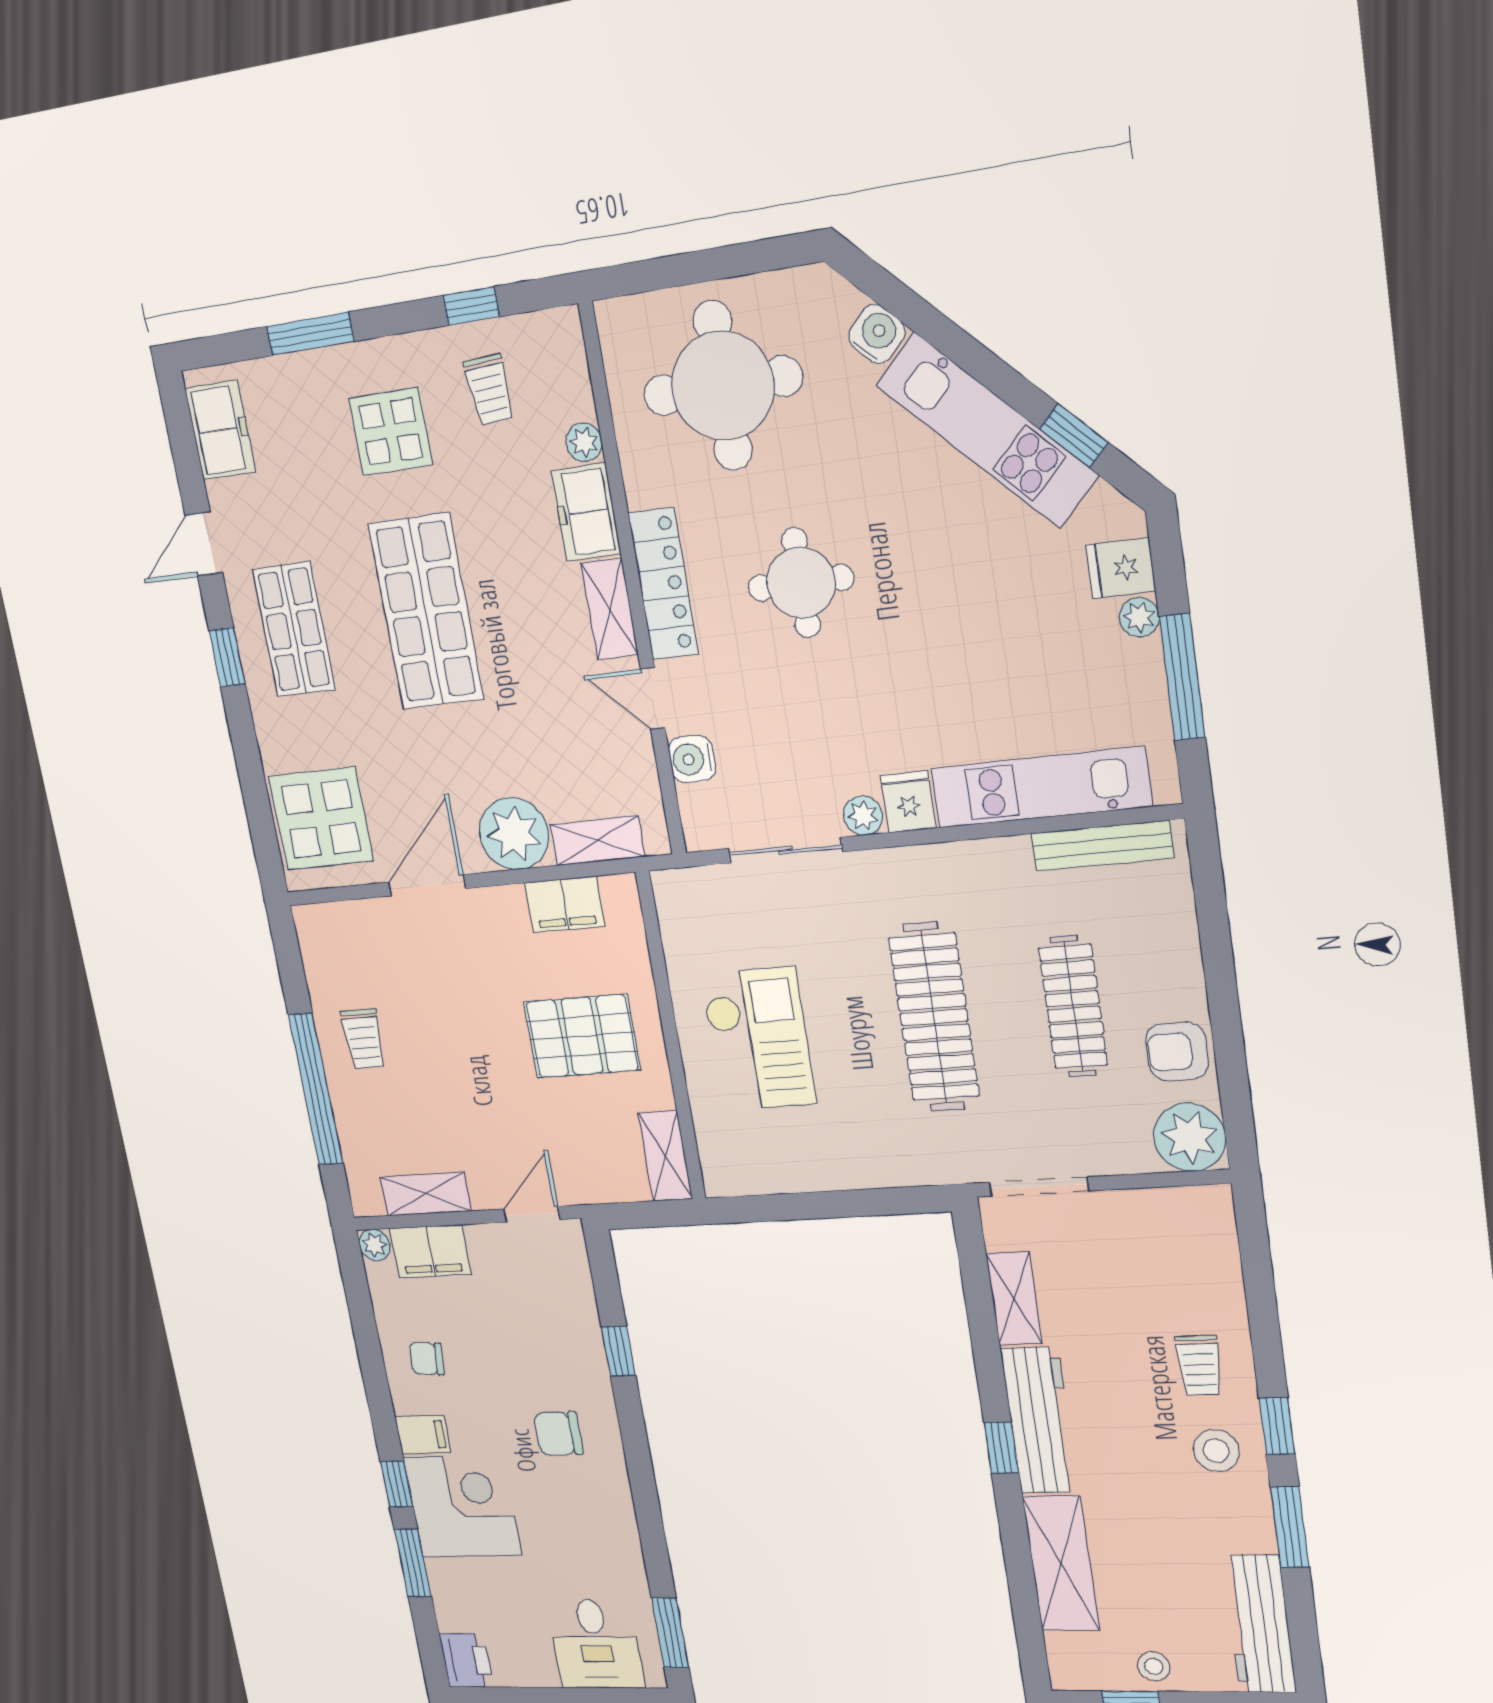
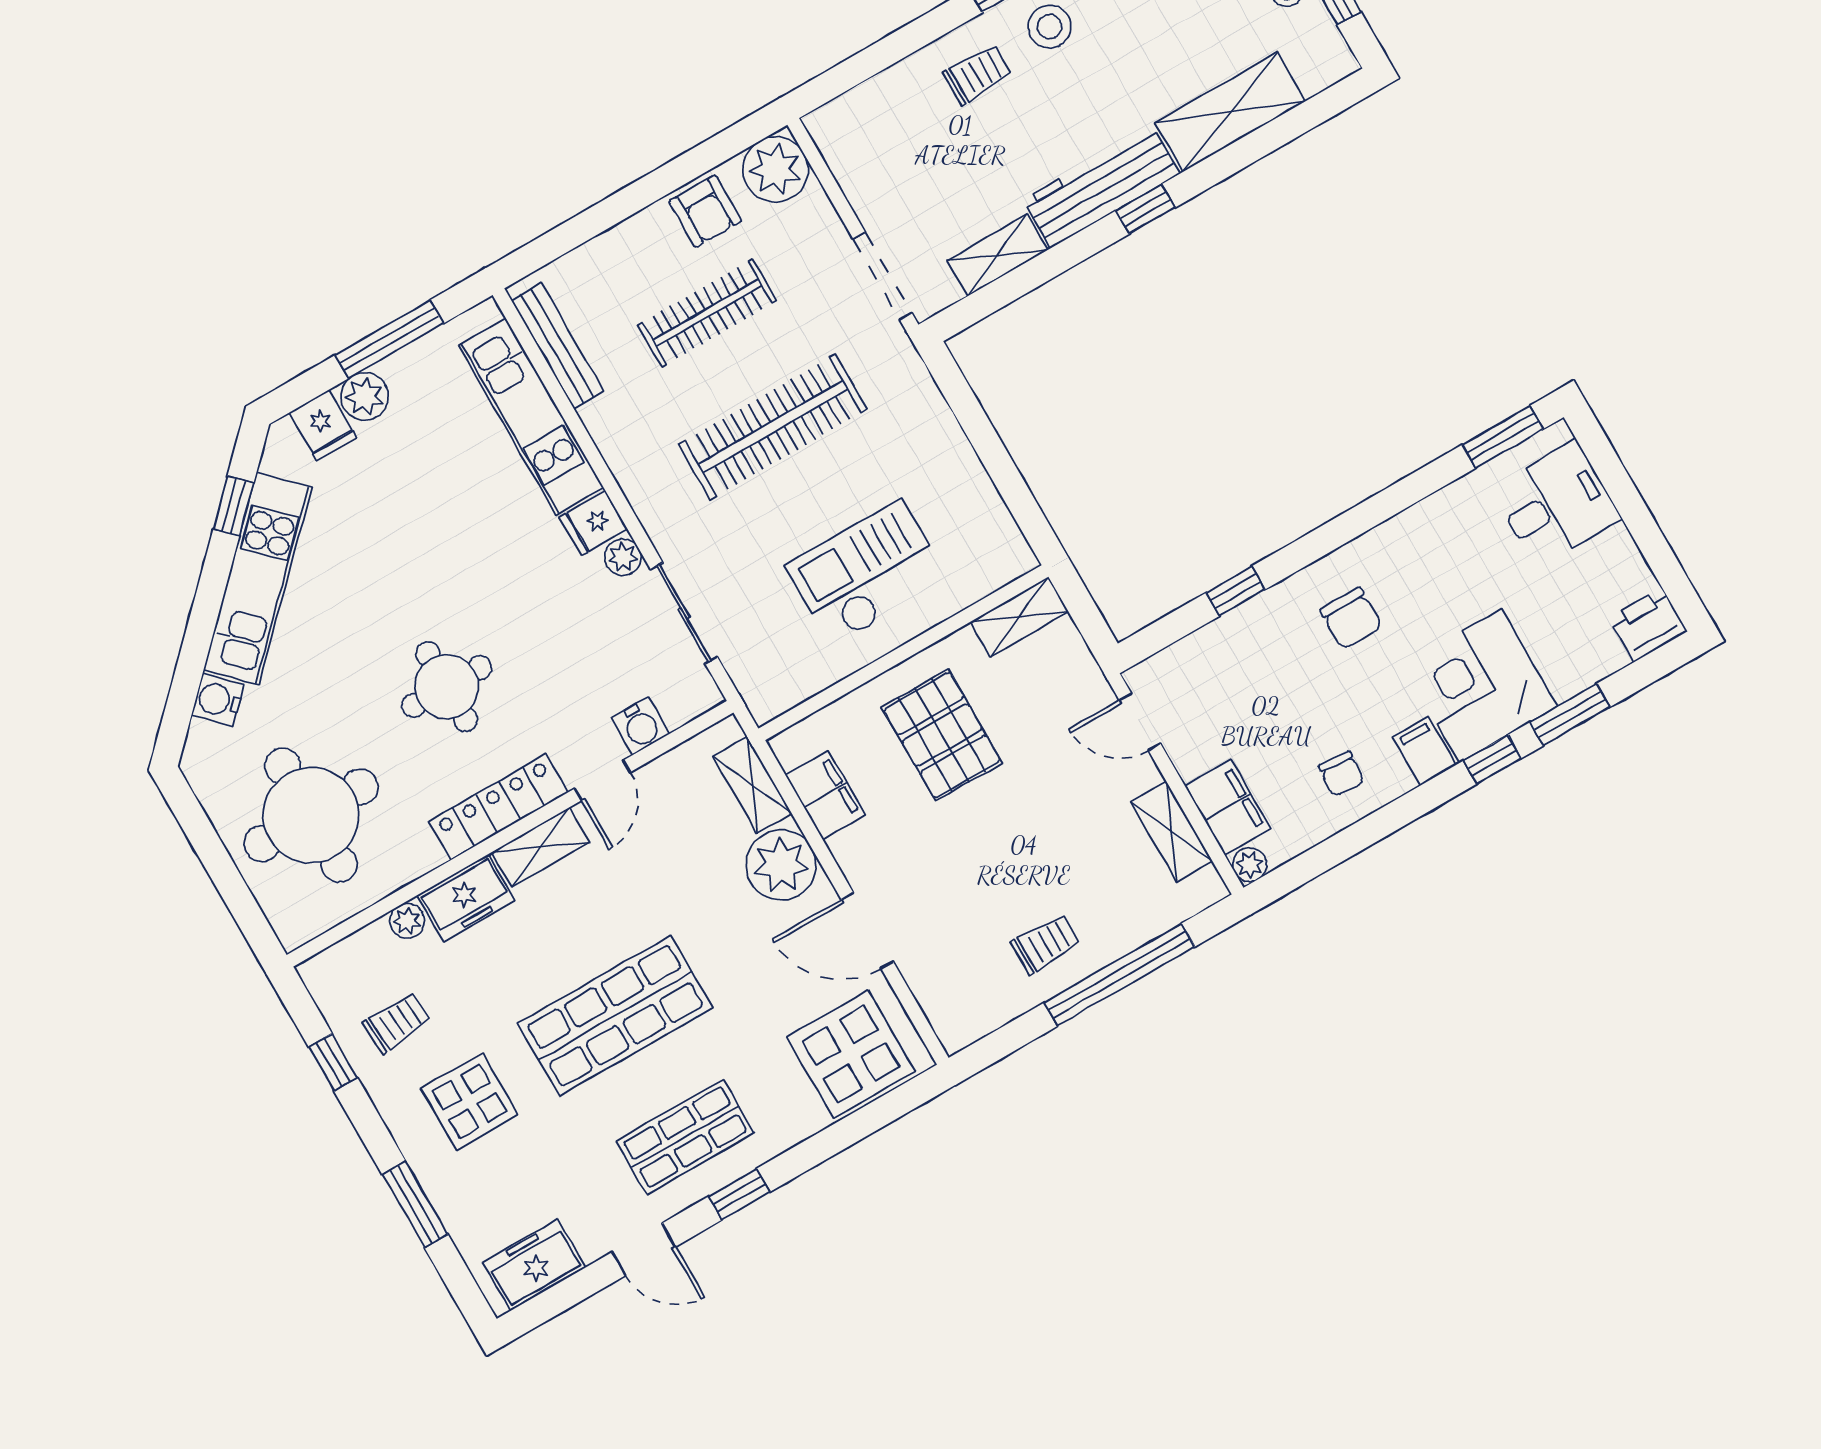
plant: (1139, 617) -> (365, 396), width x1.38, depth x1.38

